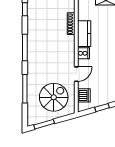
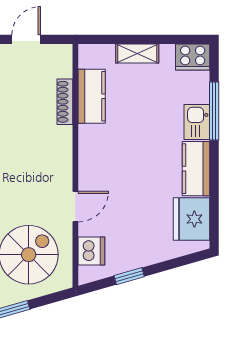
kitchen counter: (84, 34) -> (92, 96), moved
cooker: (84, 53) -> (91, 163), removed

